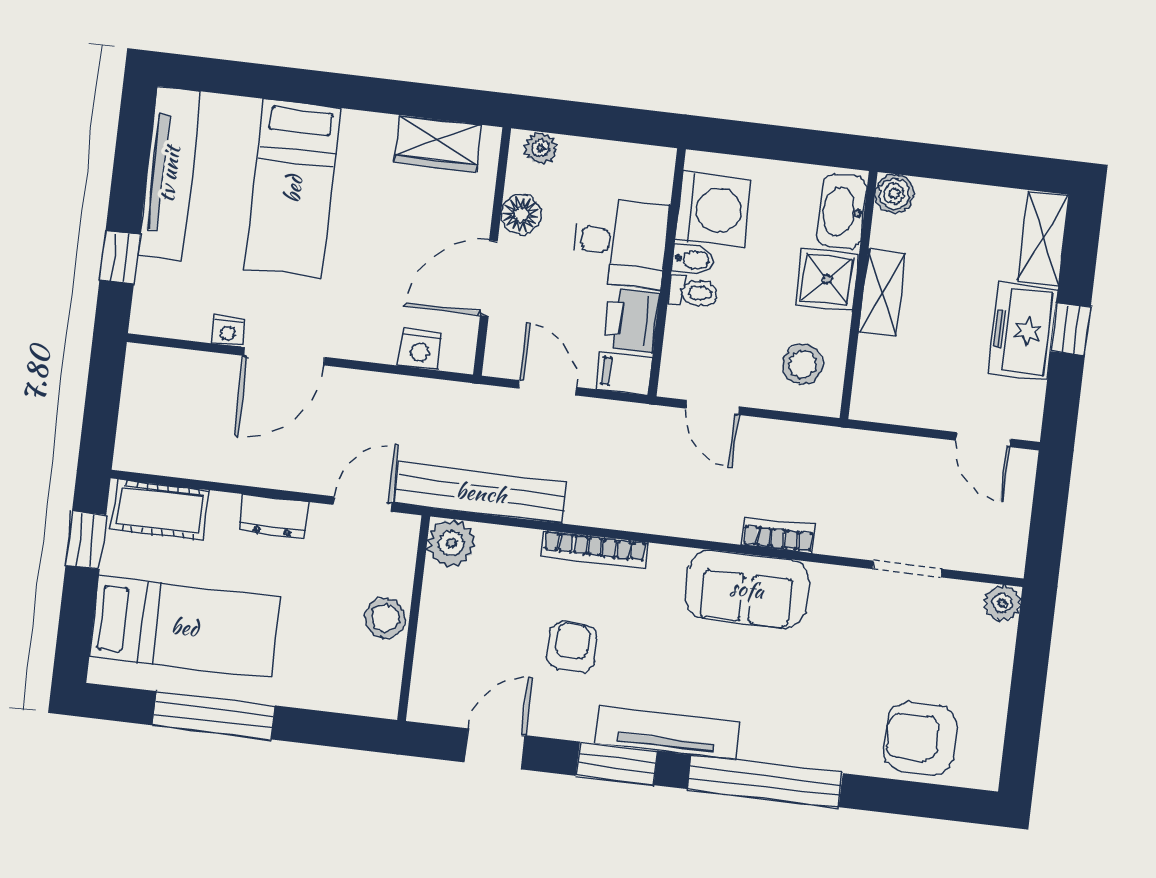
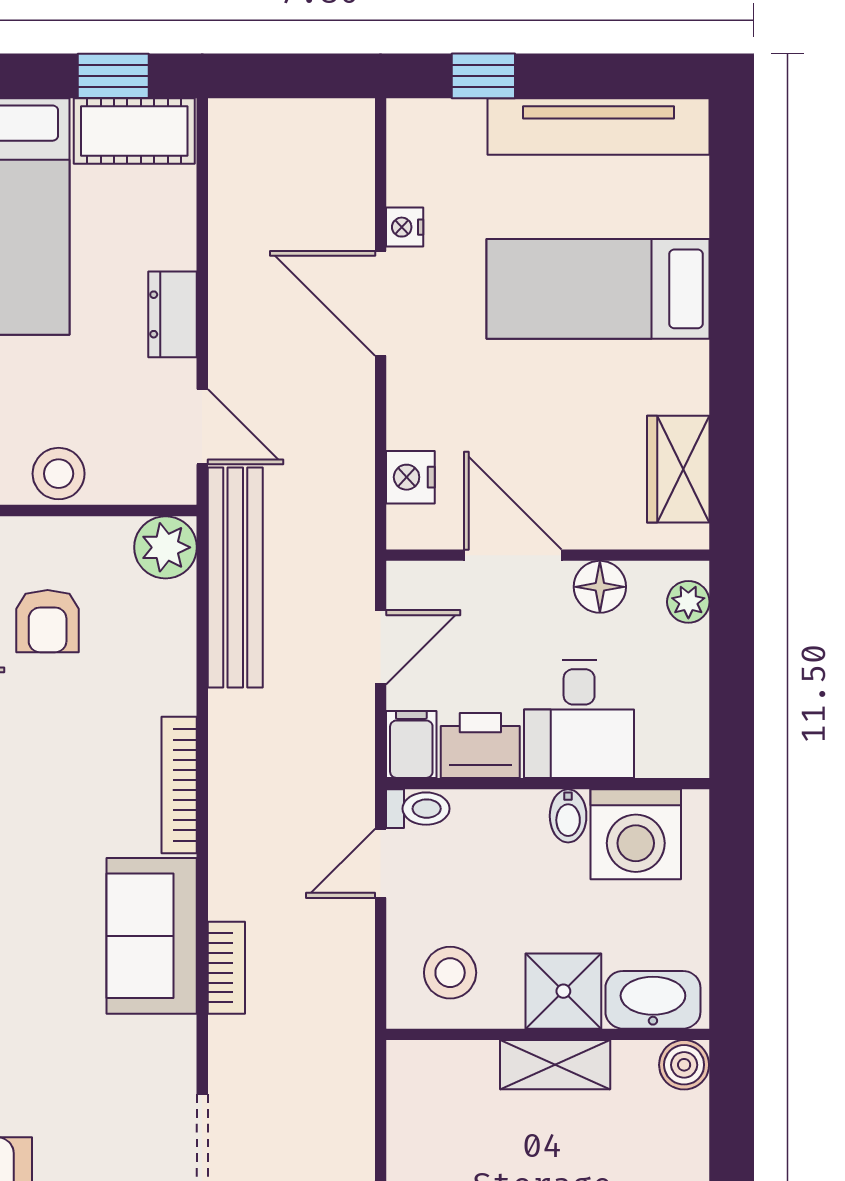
toilet: (693, 292) -> (418, 809), moved, turned -90
cot: (160, 510) -> (134, 131), moved, turned 90
bookcase: (595, 550) -> (179, 785), moved
armchair: (572, 647) -> (48, 621), moved, turned 90

